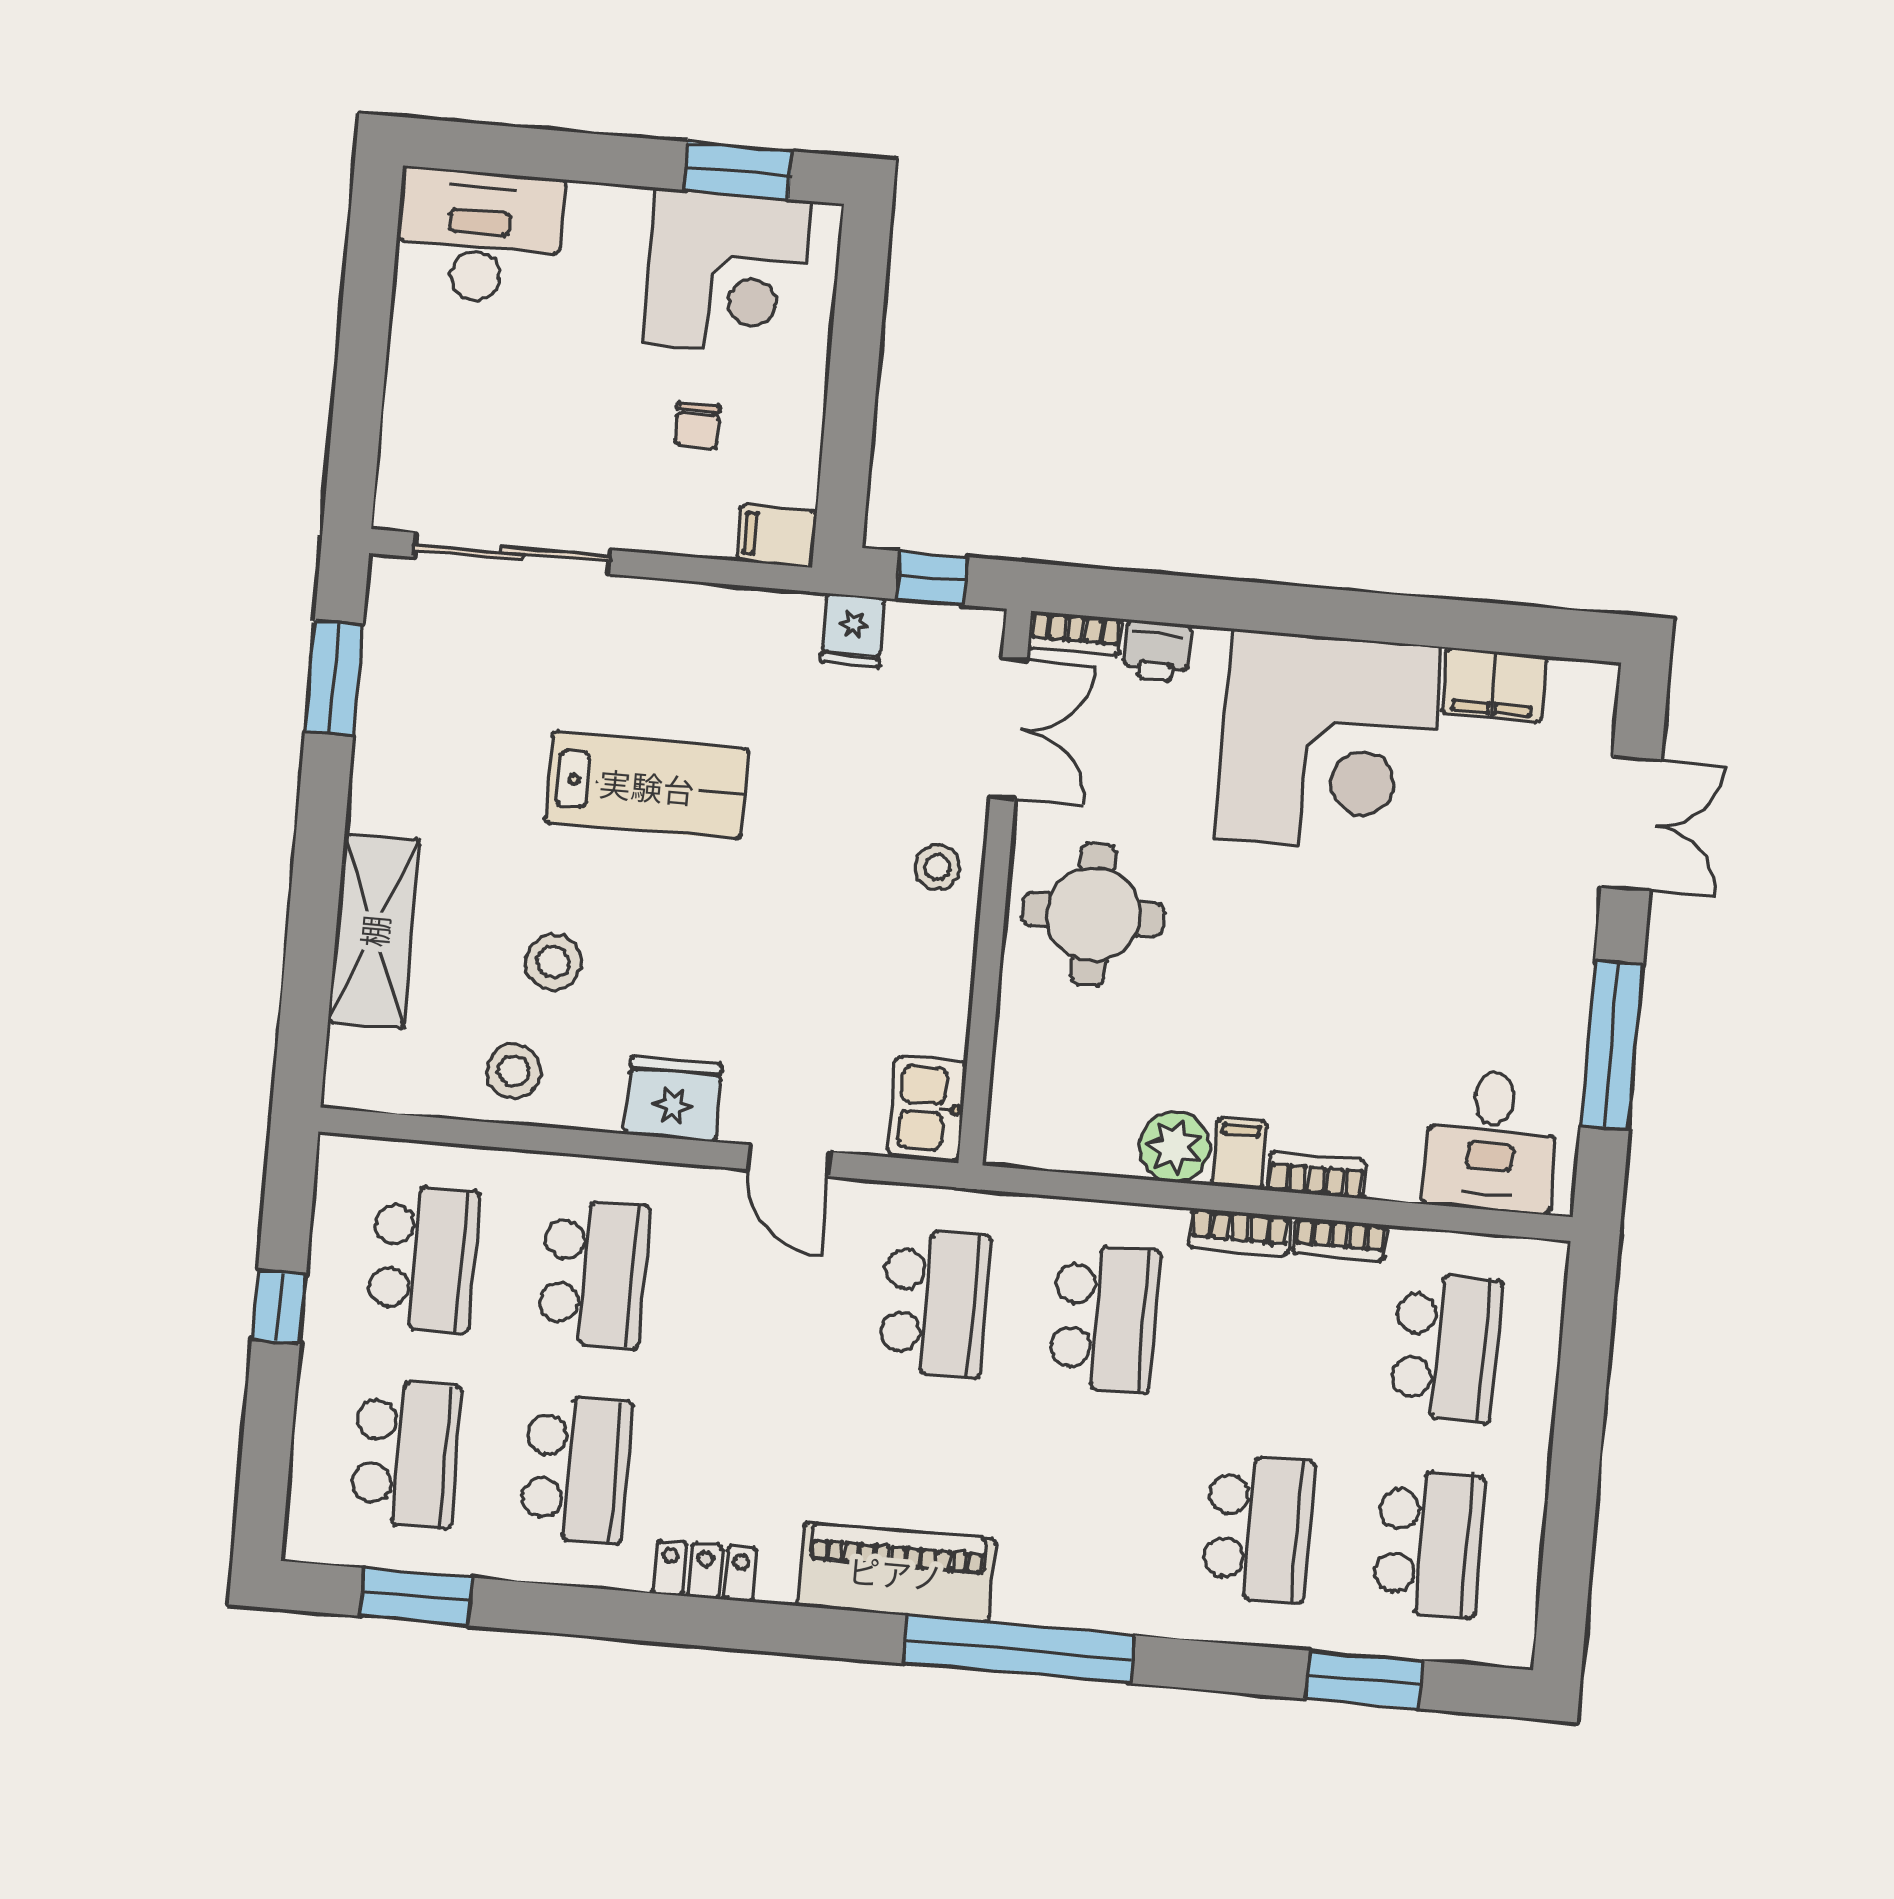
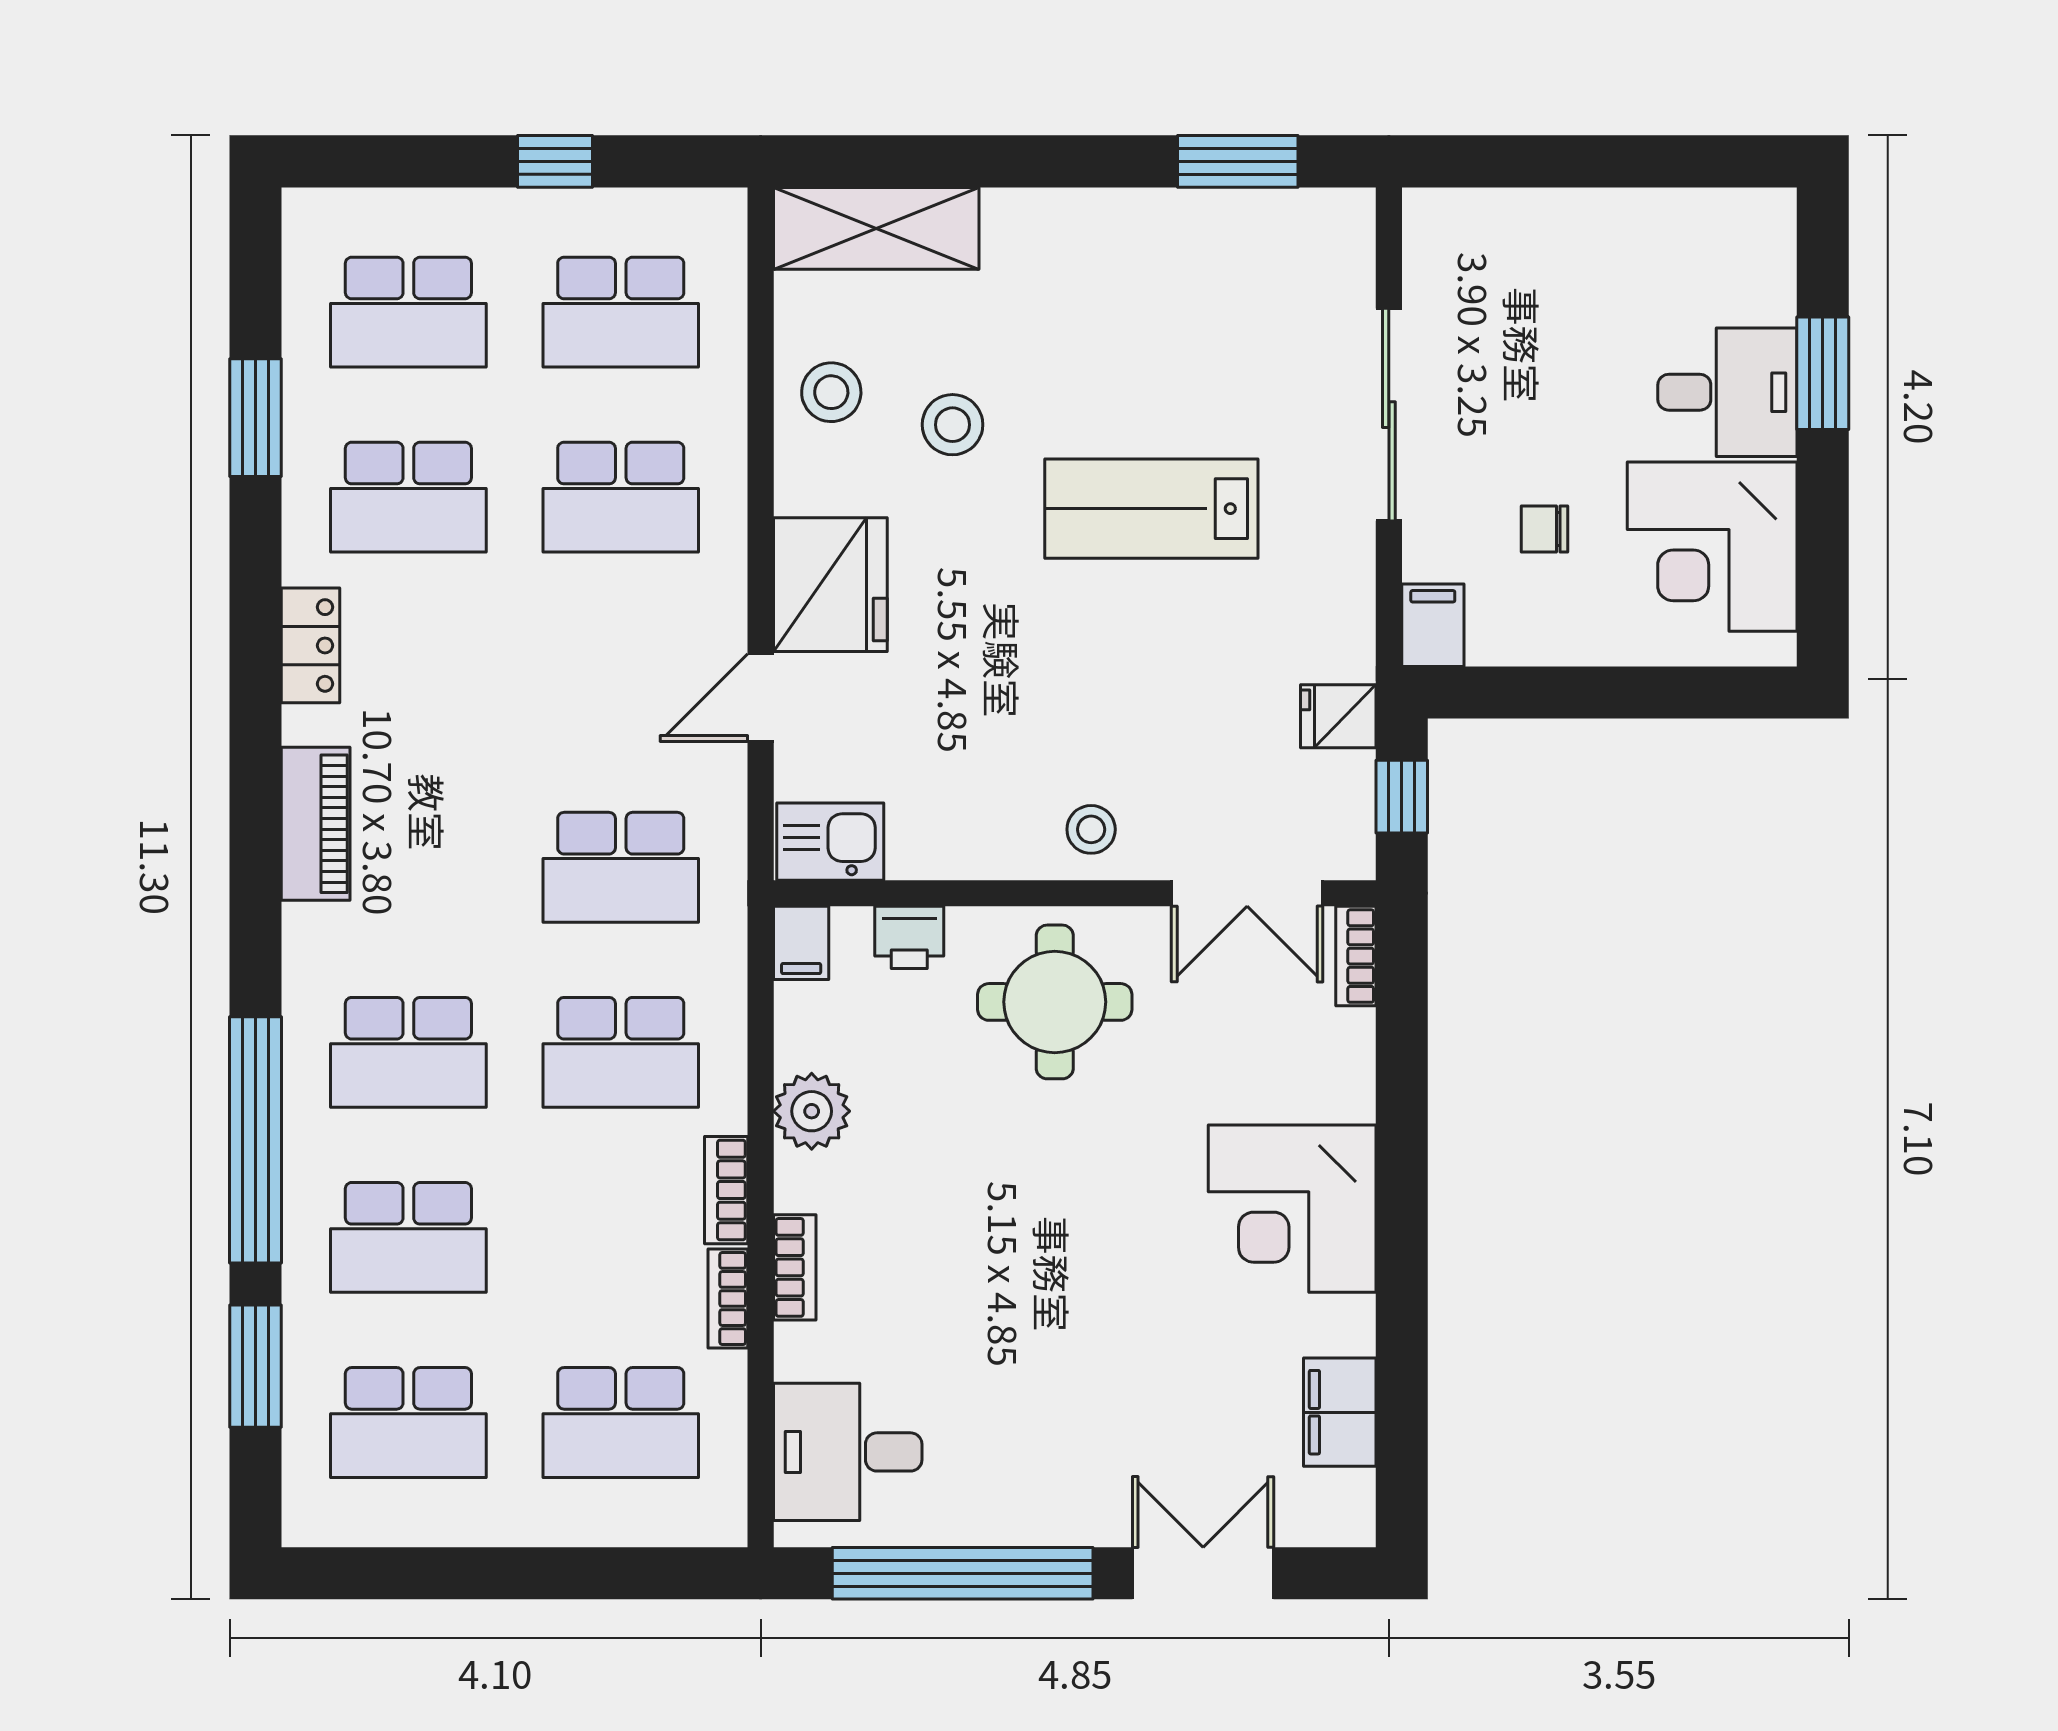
window: (738, 171) -> (1823, 373), moved
desk: (479, 236) -> (1727, 392), moved, width x0.73
sliding door: (512, 553) -> (1389, 415), moved
printer: (1157, 651) -> (909, 937), moved, turned -90
corner desk: (1328, 743) -> (1292, 1209), width x0.74, depth x0.74
lab bench: (647, 786) -> (1151, 509), turned 90
double door: (1631, 824) -> (1203, 1573), swing flipped
shelving: (374, 931) -> (876, 228), moved
window: (1612, 1045) -> (963, 1573), width x1.46
fridge: (673, 1099) -> (830, 585), width x1.36, depth x1.34
filing cabinet: (1239, 1154) -> (801, 943), moved, turned 90
school desk: (1088, 1514) -> (408, 1052), added
piano: (896, 1573) -> (316, 824), width x0.73, depth x0.75
window: (416, 1597) -> (256, 418), moved
window: (1019, 1649) -> (256, 1140), moved

